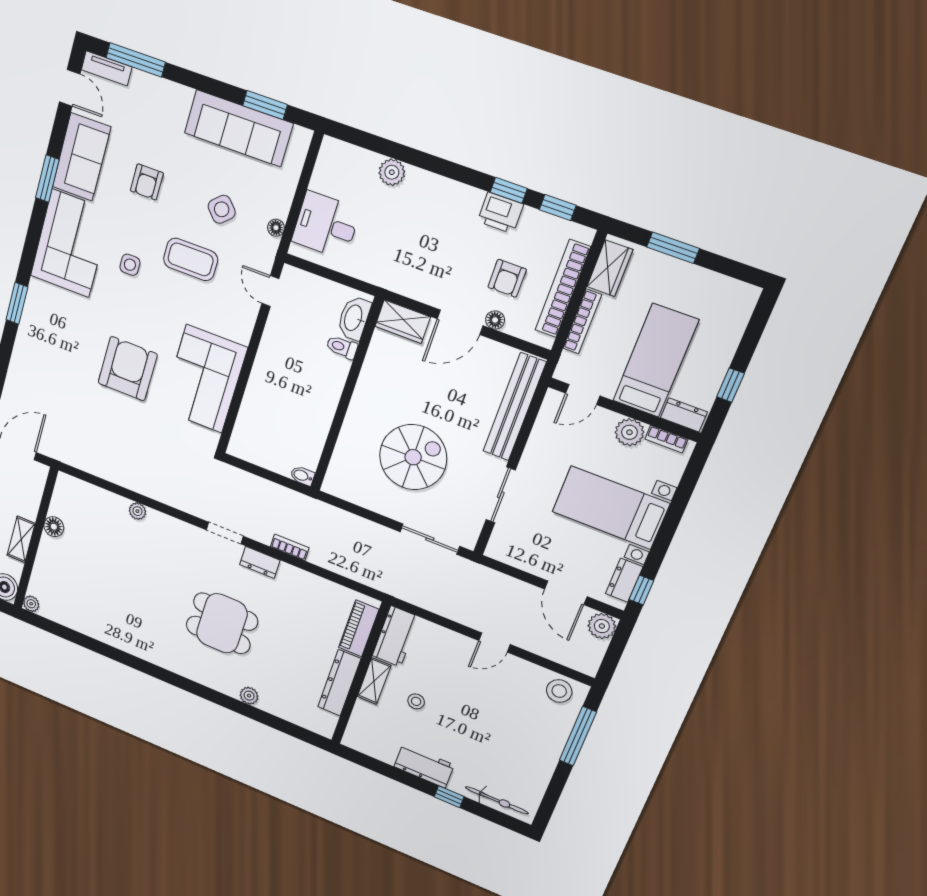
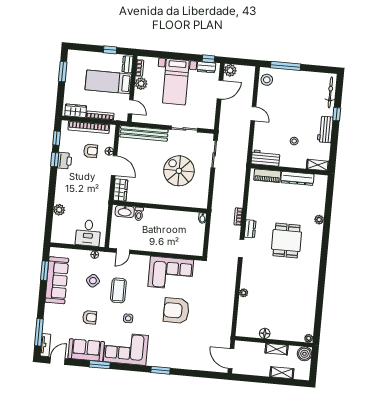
window: (673, 248) -> (63, 72), moved
shelving: (374, 681) -> (318, 165), moved

